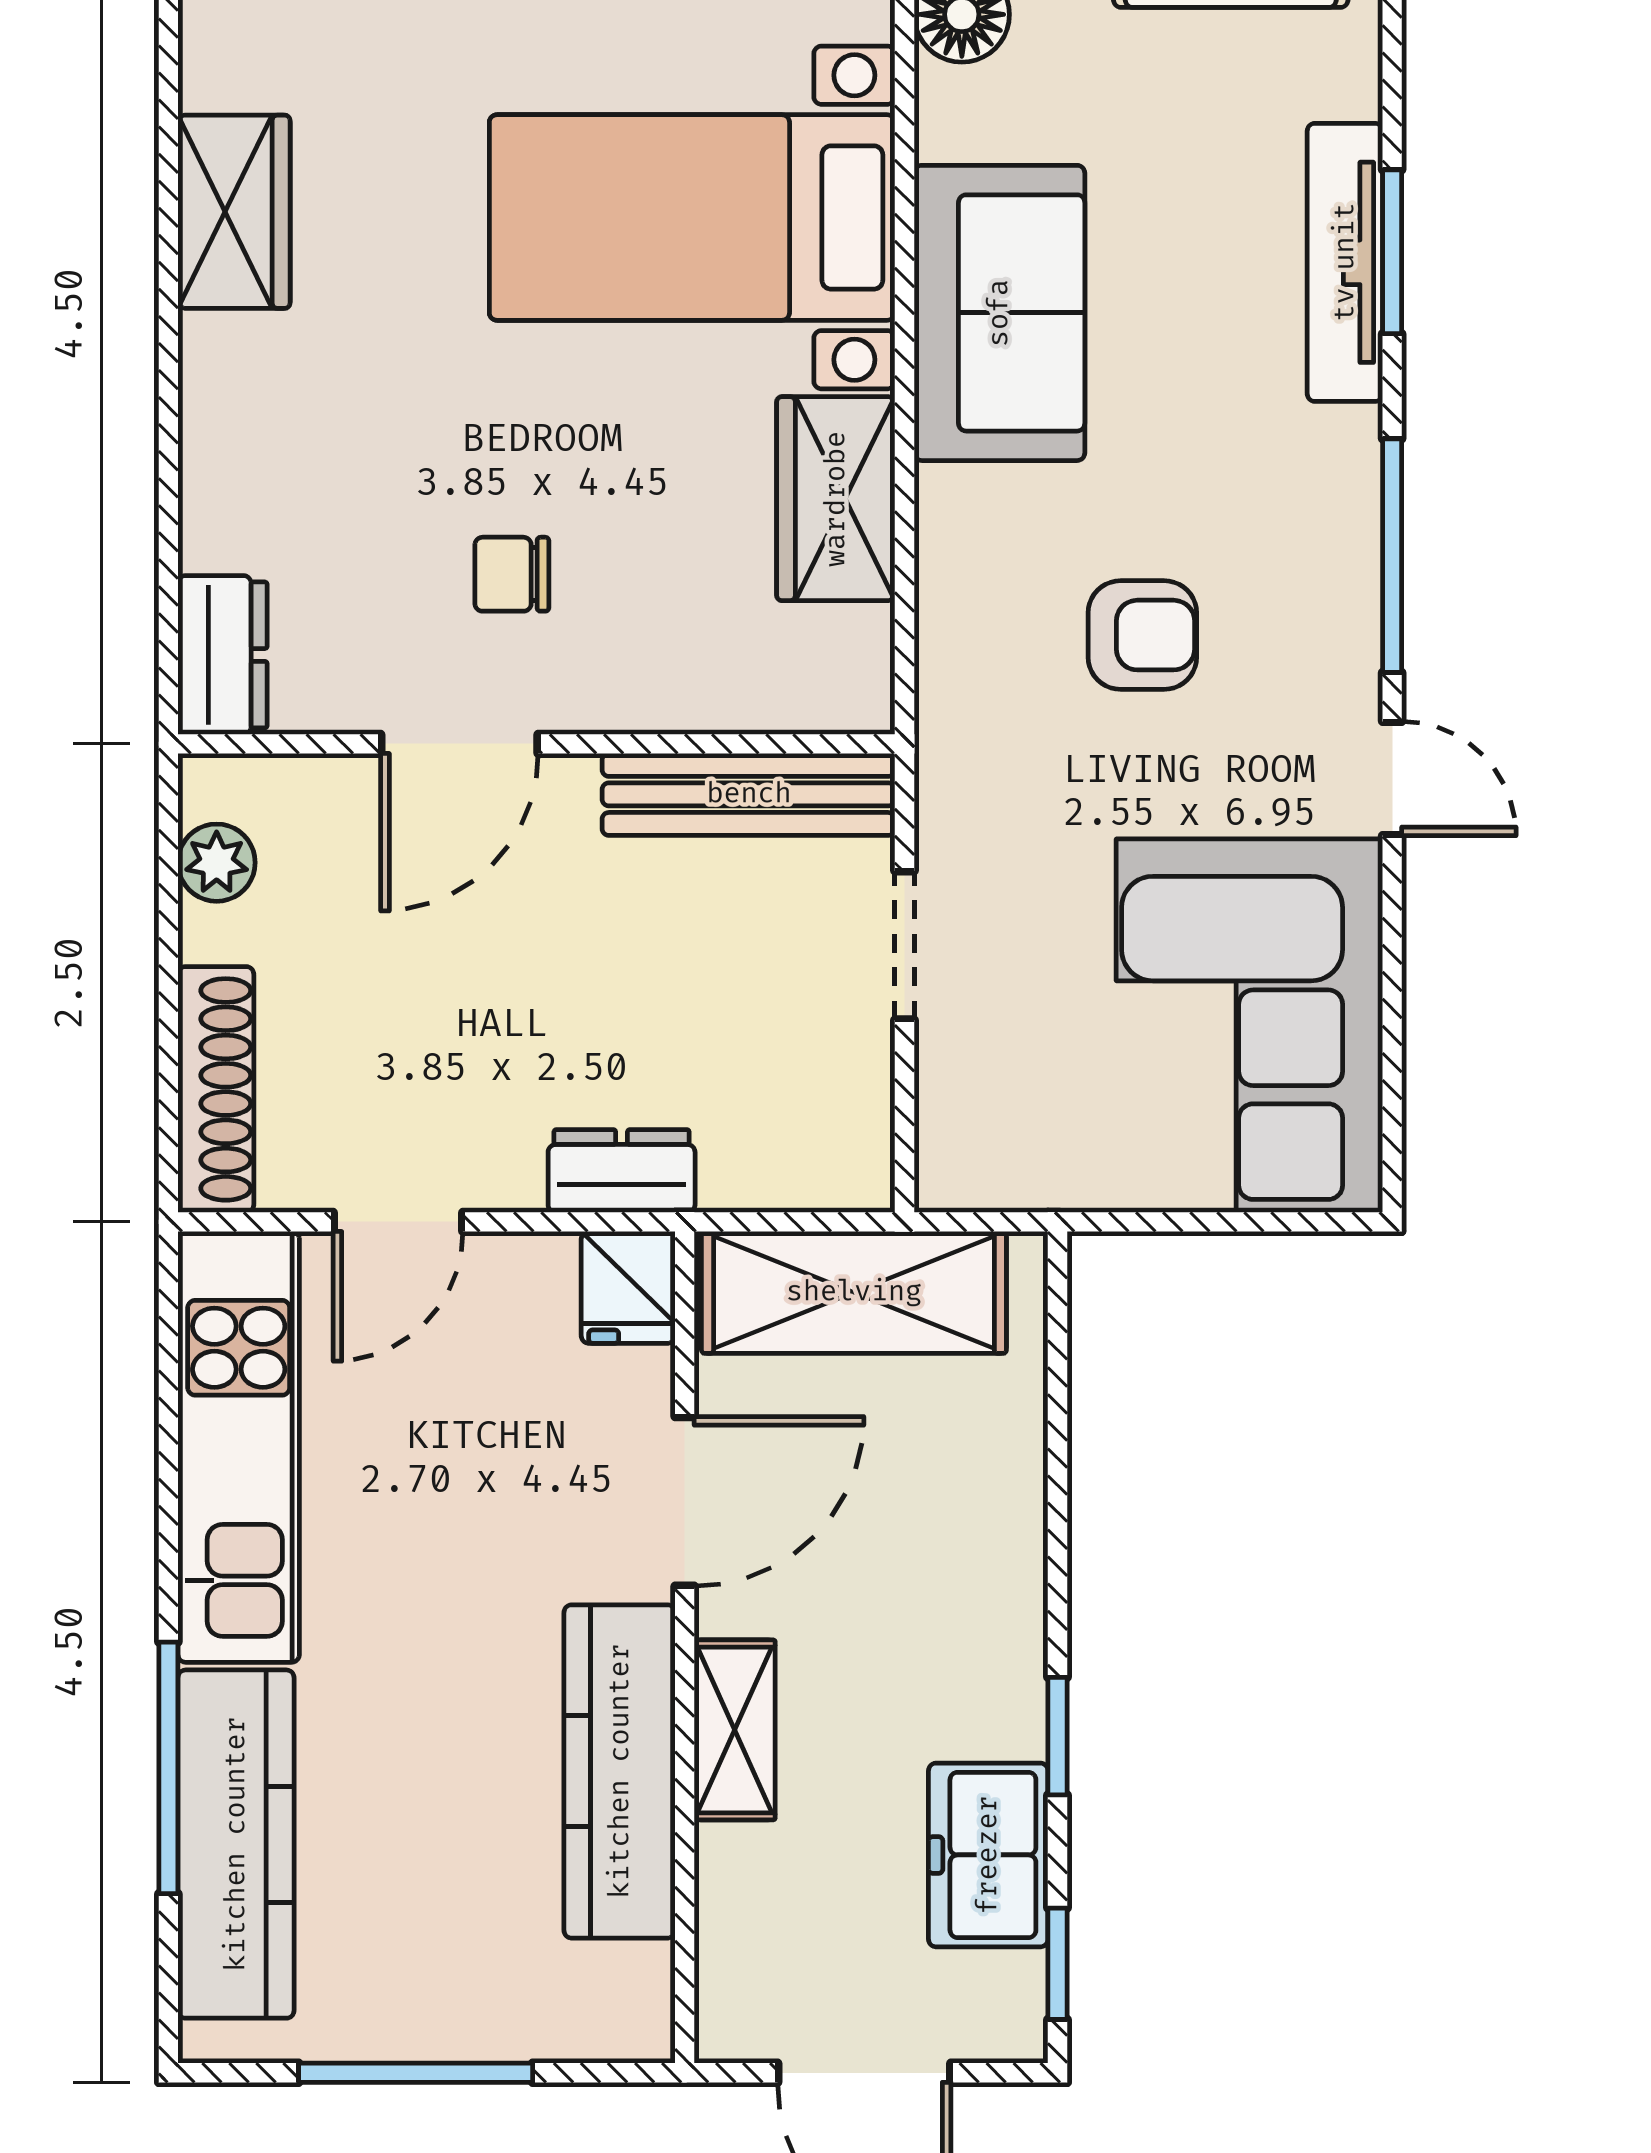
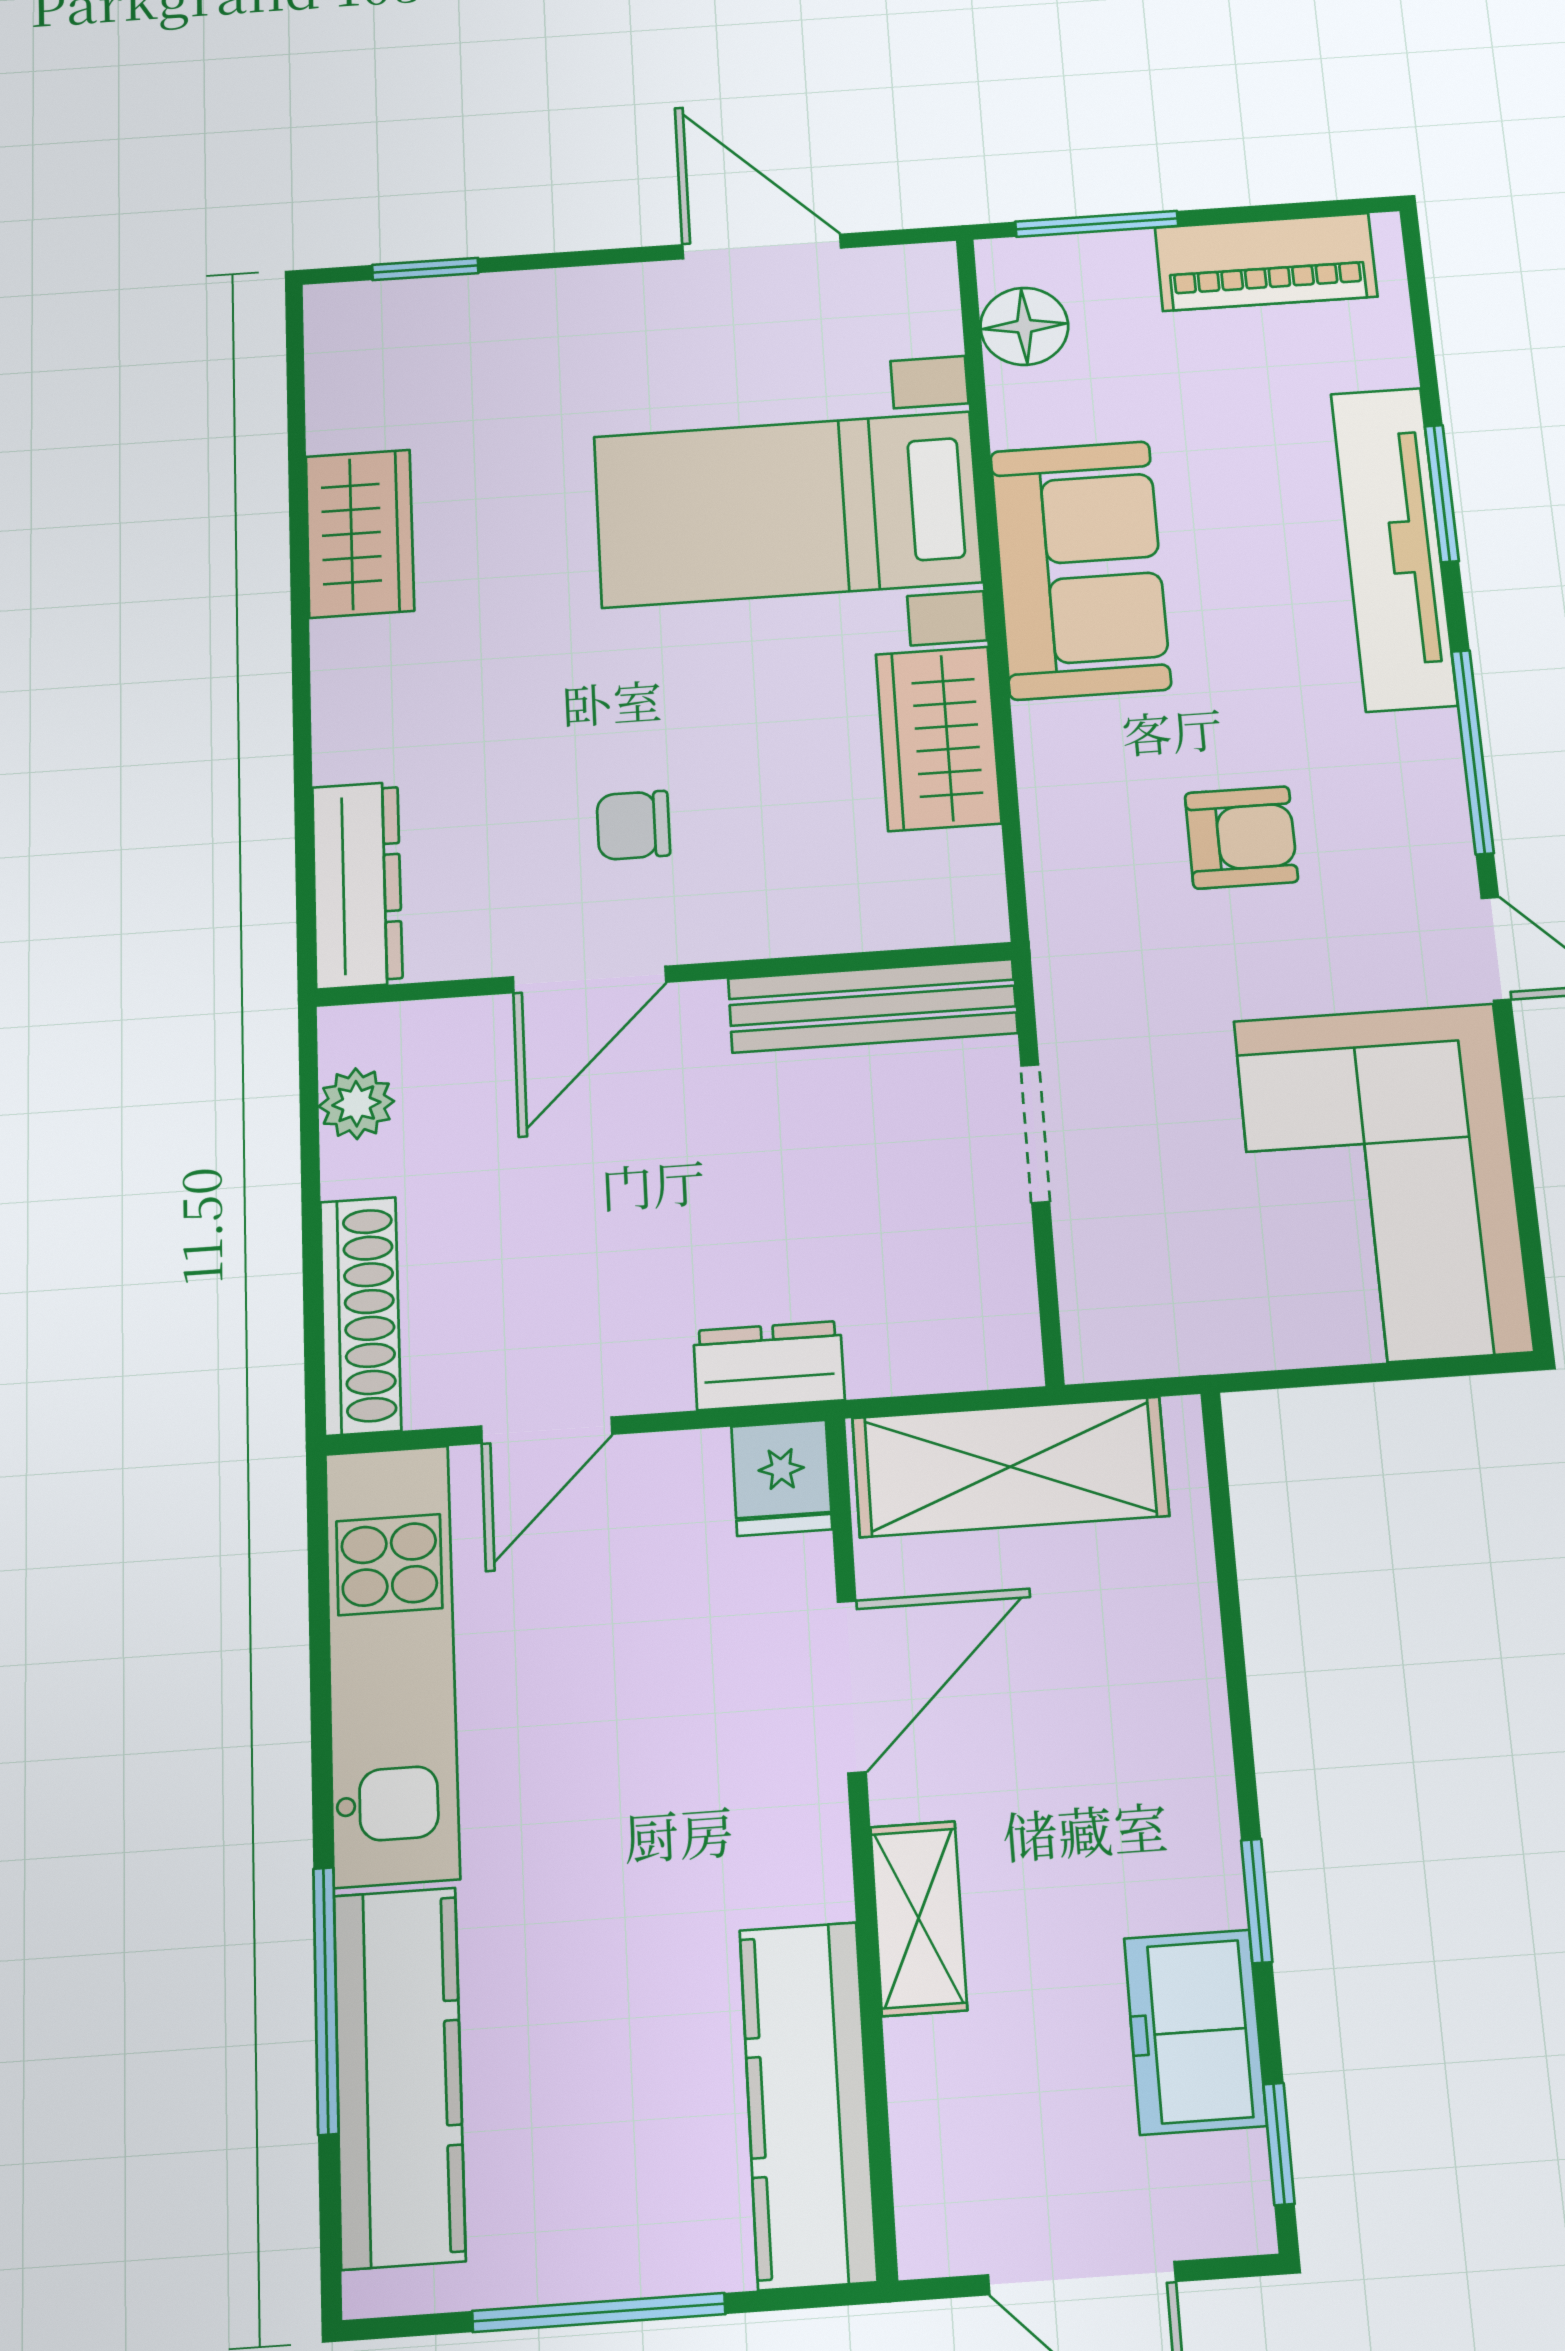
tv unit: (1345, 262) -> (1394, 548), width x1.36, depth x1.29
dresser: (223, 655) -> (357, 885), width x1.44
kitchen counter: (620, 1771) -> (808, 2104), moved

